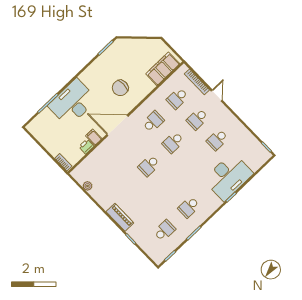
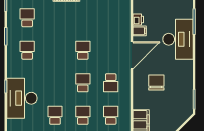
school desk: (165, 230) -> (27, 18), turned 180

